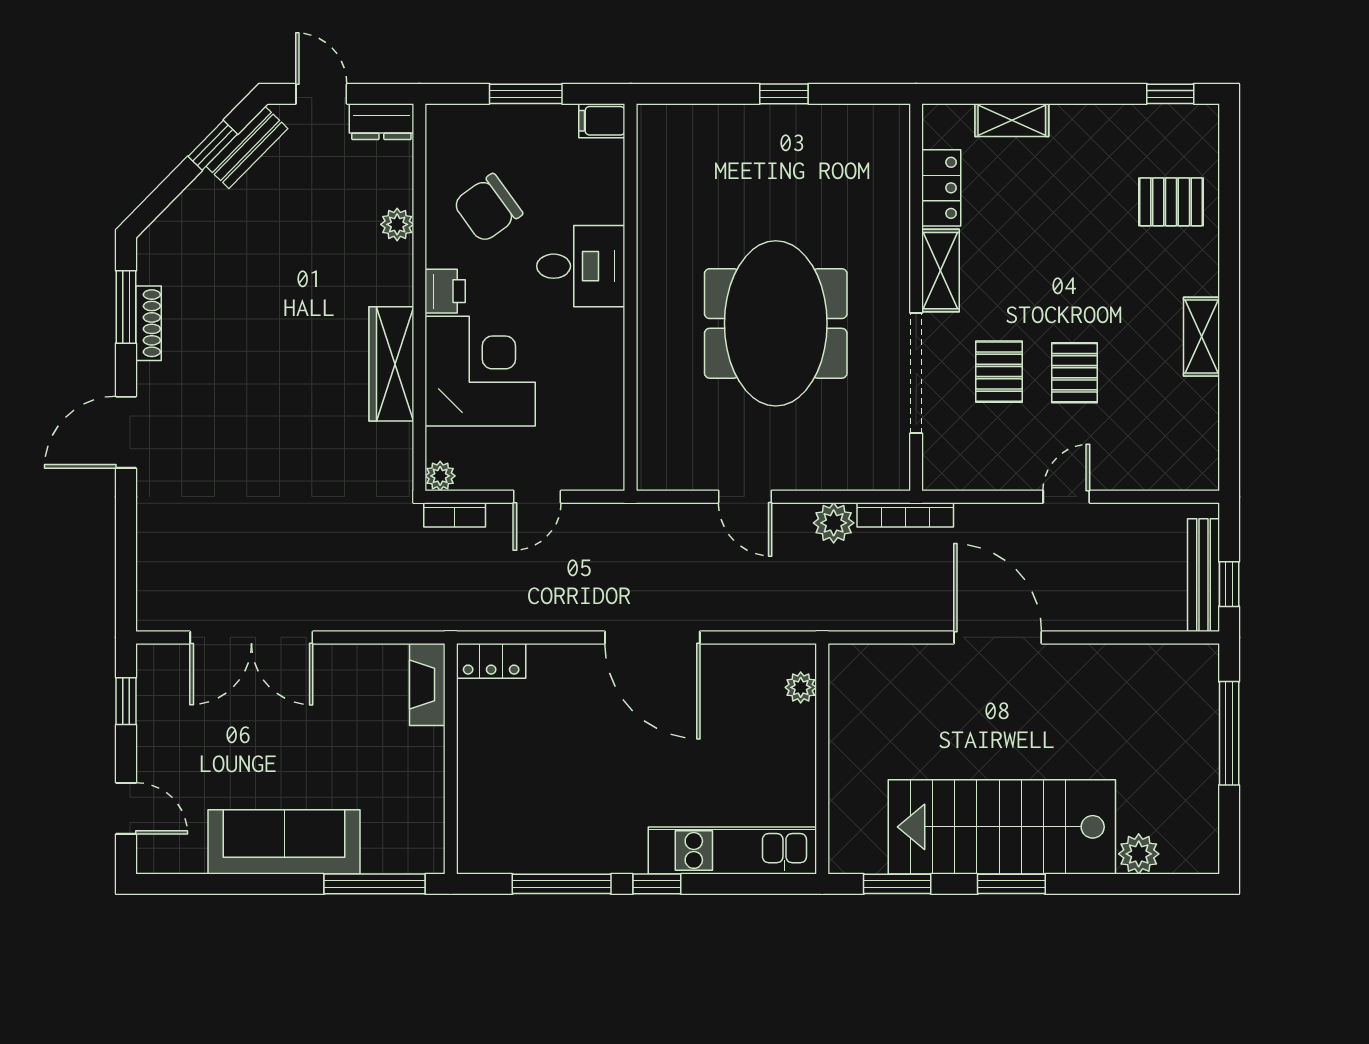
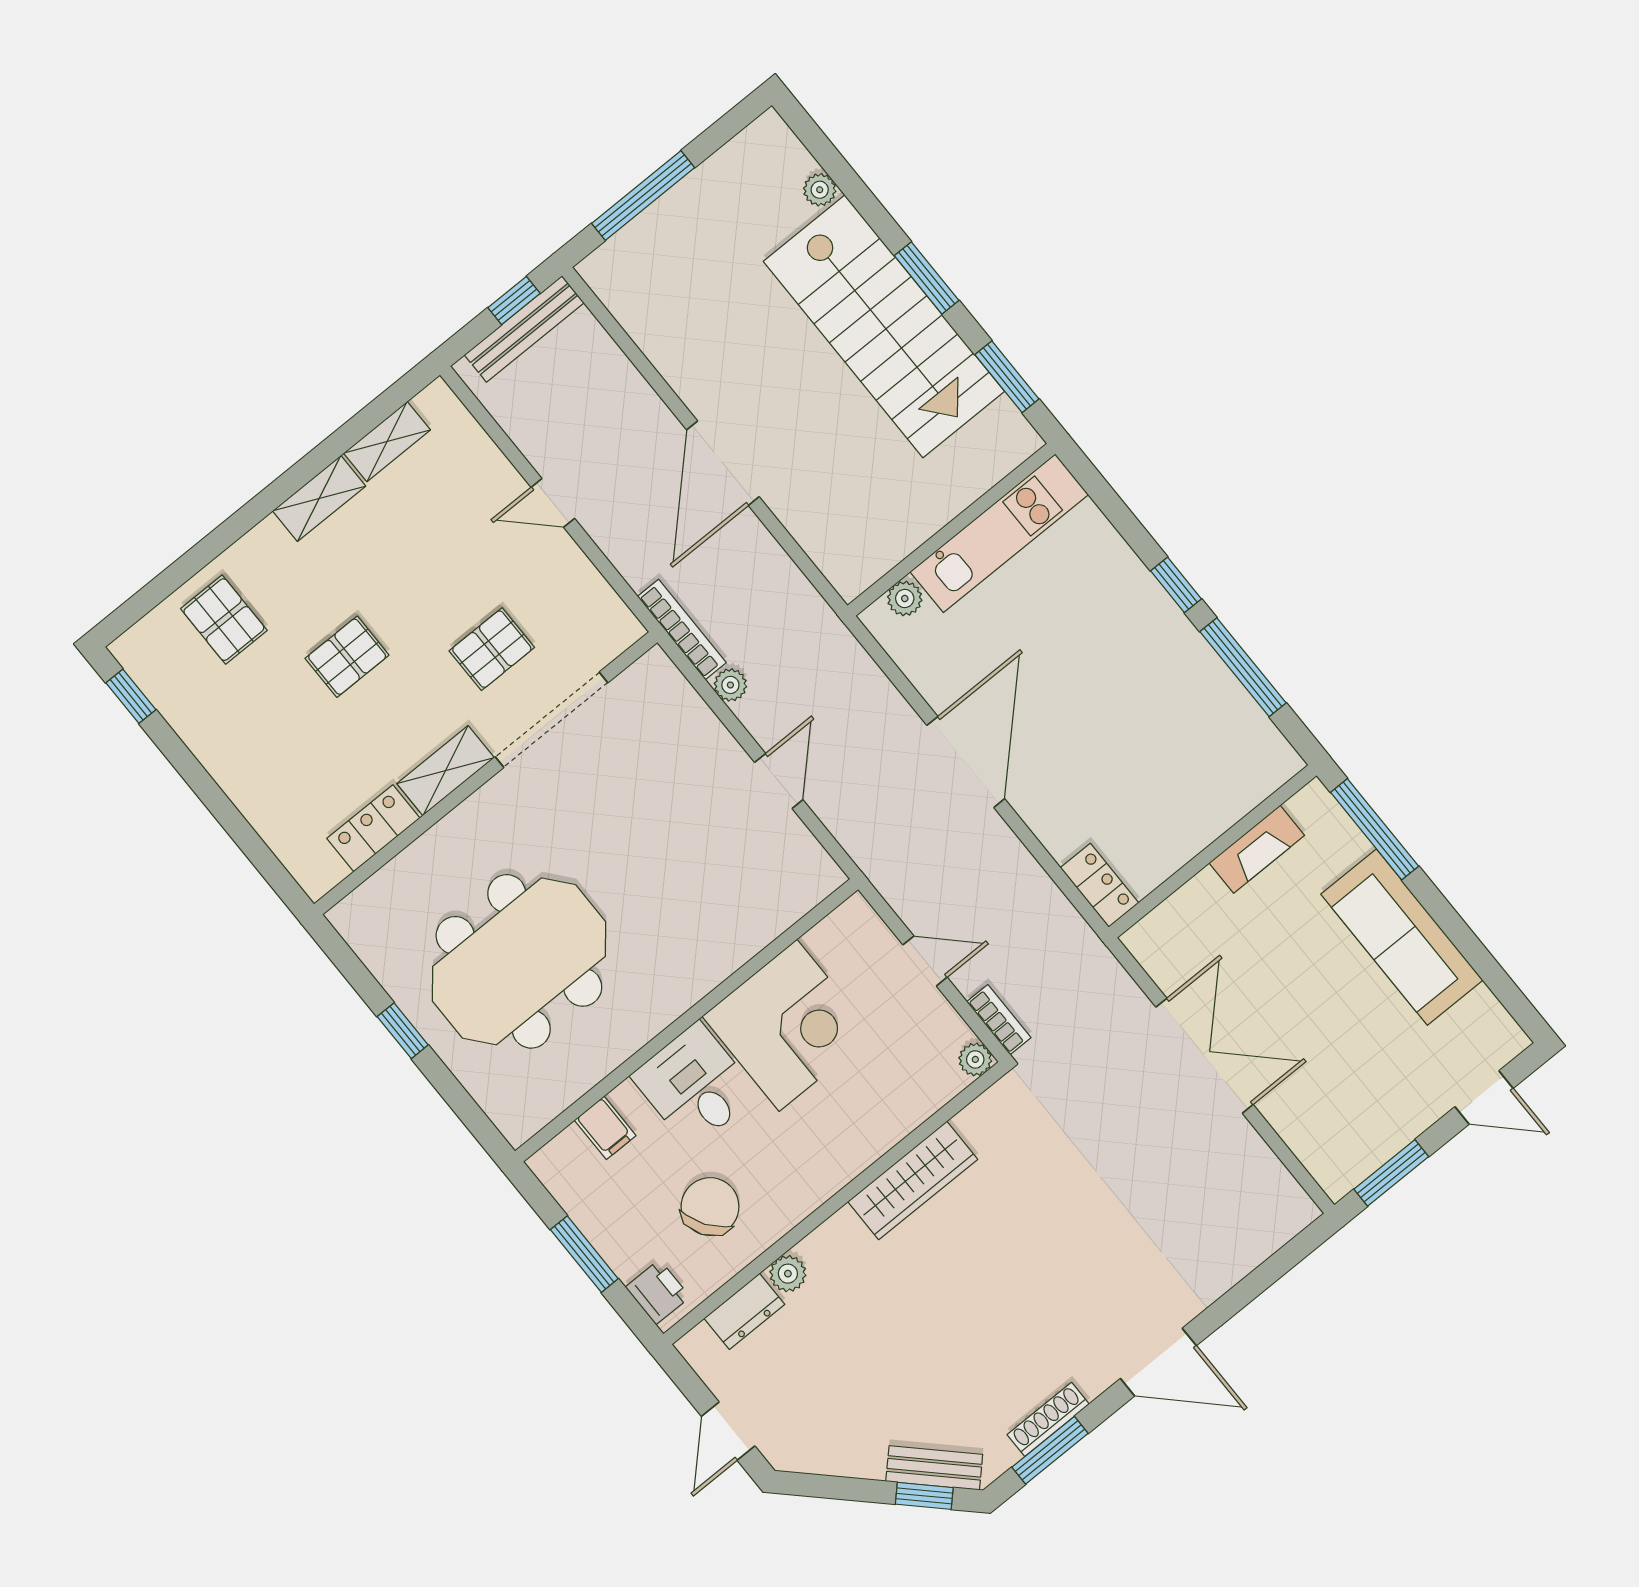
shelving: (1012, 120) -> (387, 442), moved, turned 90
filing cabinet: (602, 121) -> (605, 1128), moved
dresser: (381, 122) -> (744, 1311), moved, turned 90
window: (213, 145) -> (924, 1496), moved
bench: (247, 147) -> (934, 1468), moved
chair: (488, 208) -> (710, 1207), turned -88
printer: (445, 291) -> (658, 1292), moved, turned 90
meeting table: (776, 323) -> (519, 961), moved
corner desk: (480, 371) -> (788, 1025), moved, turned 180
pallet: (1075, 373) -> (347, 657), moved
plant: (834, 523) -> (730, 685), width x0.73, depth x0.73
double door: (251, 637) -> (1205, 1056), moved
fireplace: (427, 684) -> (1257, 849), moved
window: (126, 701) -> (1391, 1173), width x1.50
door: (126, 808) -> (1484, 1098), swing flipped
kitchen unit: (732, 850) -> (999, 533), moved, turned -90
plant: (1139, 854) -> (820, 190), width x0.73, depth x0.73

